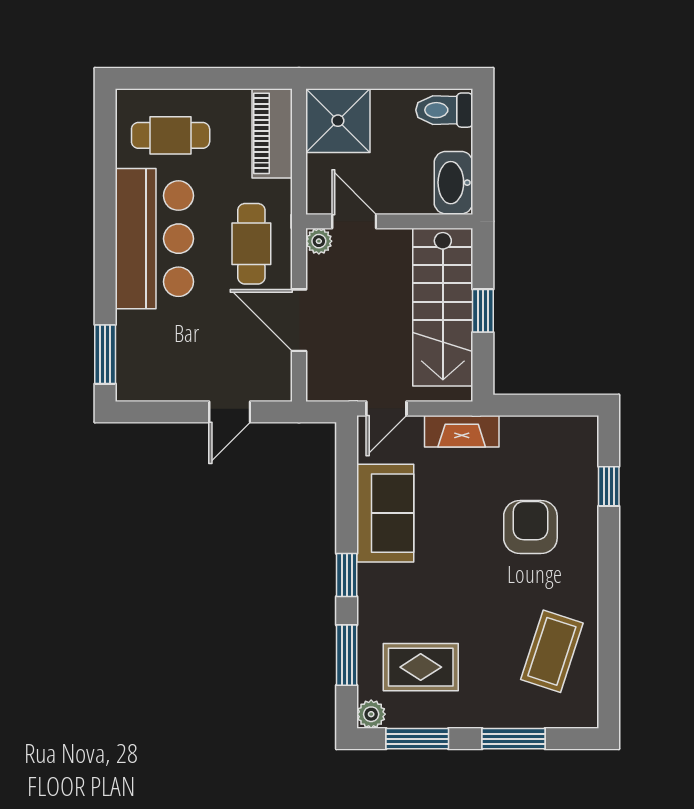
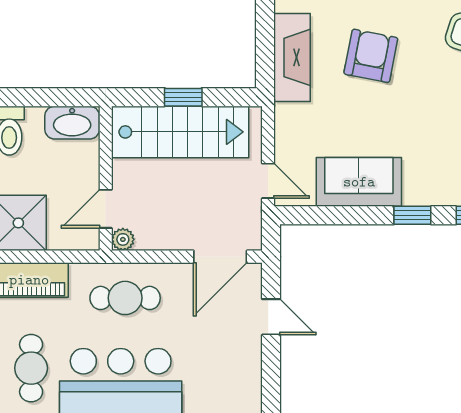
door: (299, 320) -> (220, 257), moved
fireplace: (462, 431) -> (292, 57), moved, width x1.37, depth x1.32
armchair: (530, 527) -> (371, 56), turned 101

